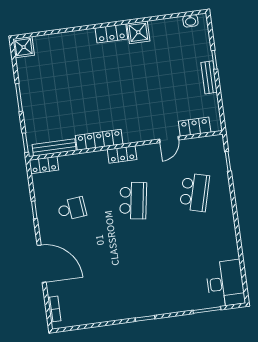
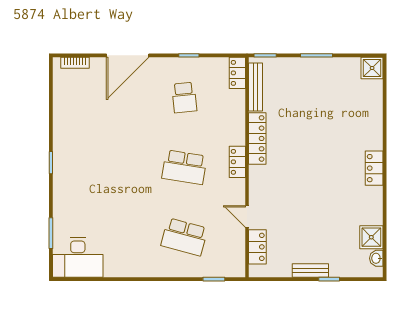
shower: (138, 32) -> (371, 237), moved

